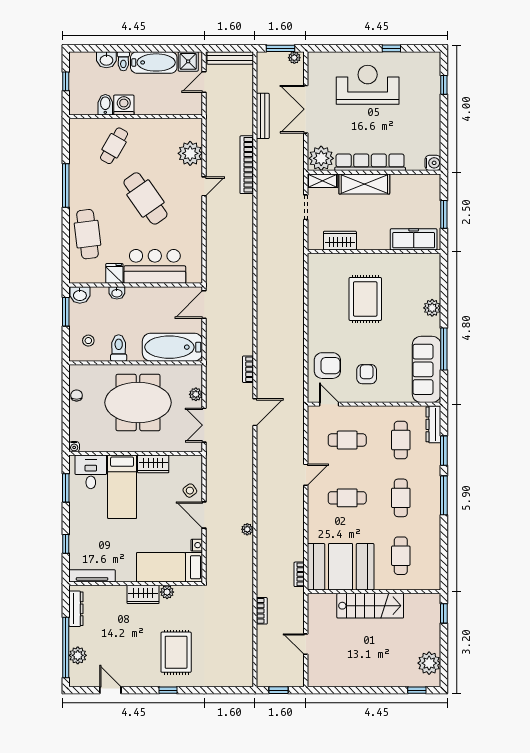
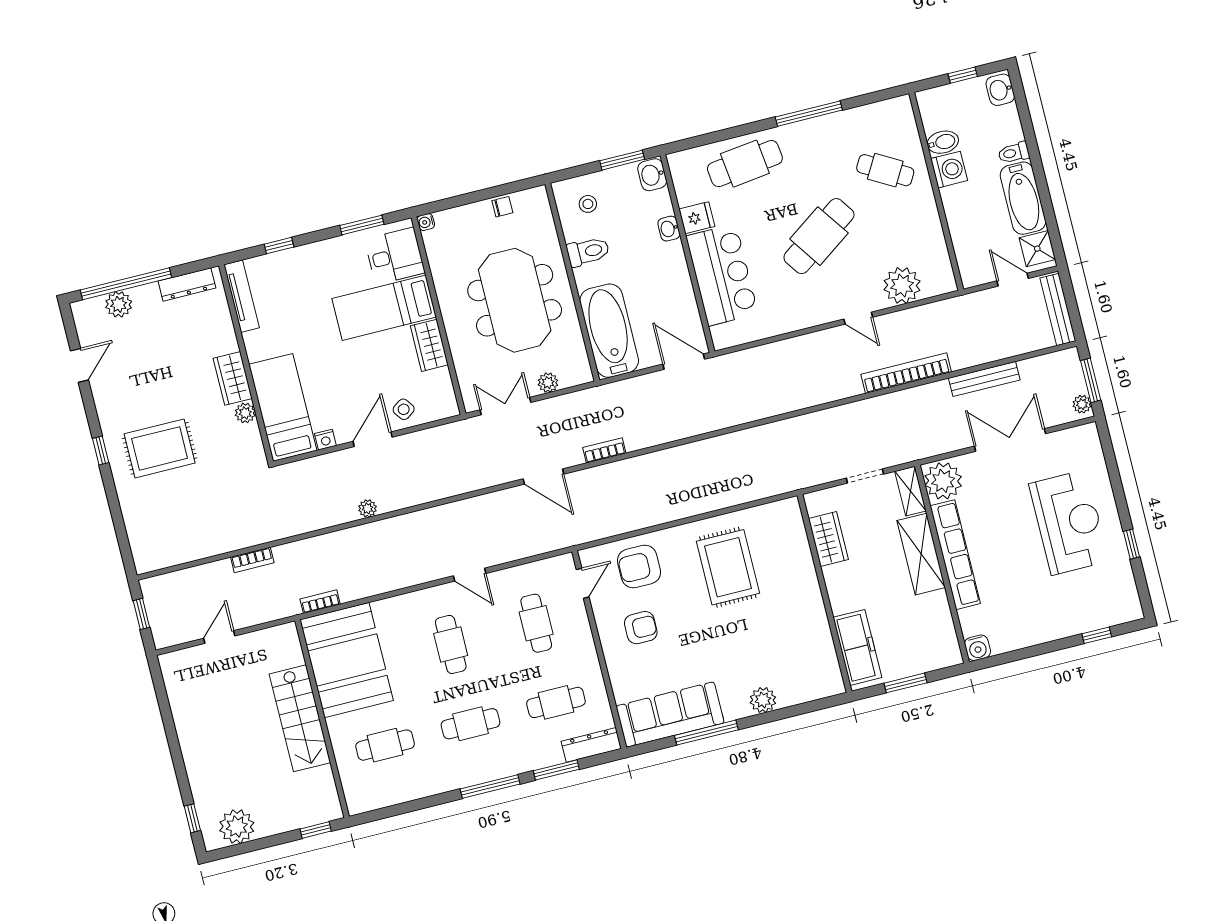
washbasin: (106, 60) -> (1000, 90), moved
rug: (365, 299) -> (728, 567), moved, turned 90
armchair: (327, 366) -> (639, 566), turned 90

